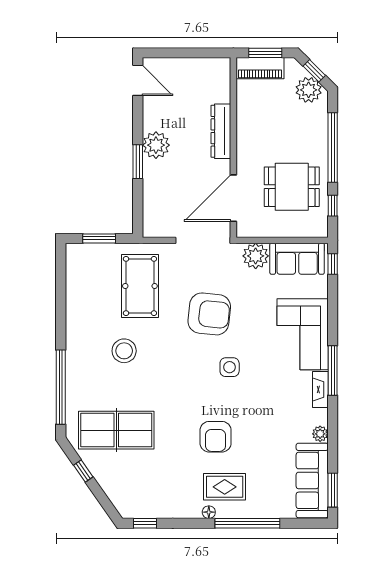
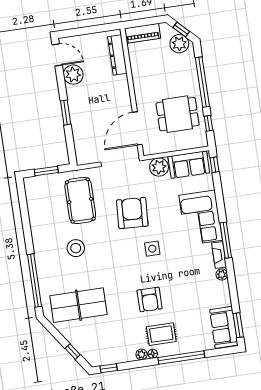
window: (265, 53) -> (145, 22), removed
dresser: (221, 131) -> (117, 55), moved
plant: (156, 145) -> (73, 75), moved
armchair: (209, 314) -> (132, 213), turned -93
plant: (320, 434) -> (222, 274), moved
window: (83, 471) -> (73, 352), moved
sofa: (312, 480) -> (224, 327), width x0.73
plant: (193, 511) -> (142, 354), added

